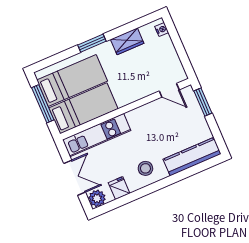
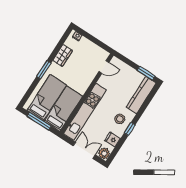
window: (203, 102) -> (146, 73), moved
kitchen unit: (97, 135) -> (85, 112), width x1.36
window: (149, 189) -> (130, 129), added

